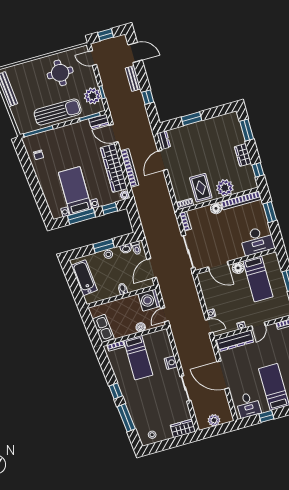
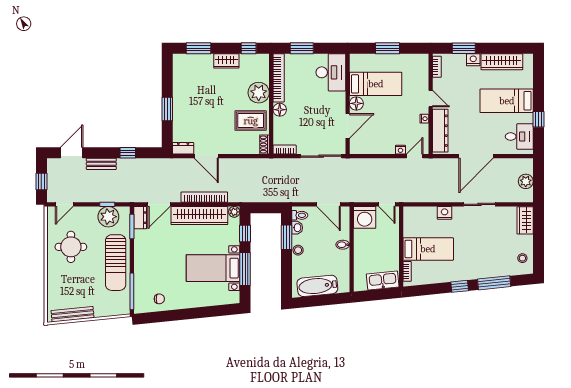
sun lounger: (58, 112) -> (116, 263), turned 180
window: (104, 246) -> (287, 237), moved
boiler: (141, 327) -> (394, 236), removed

